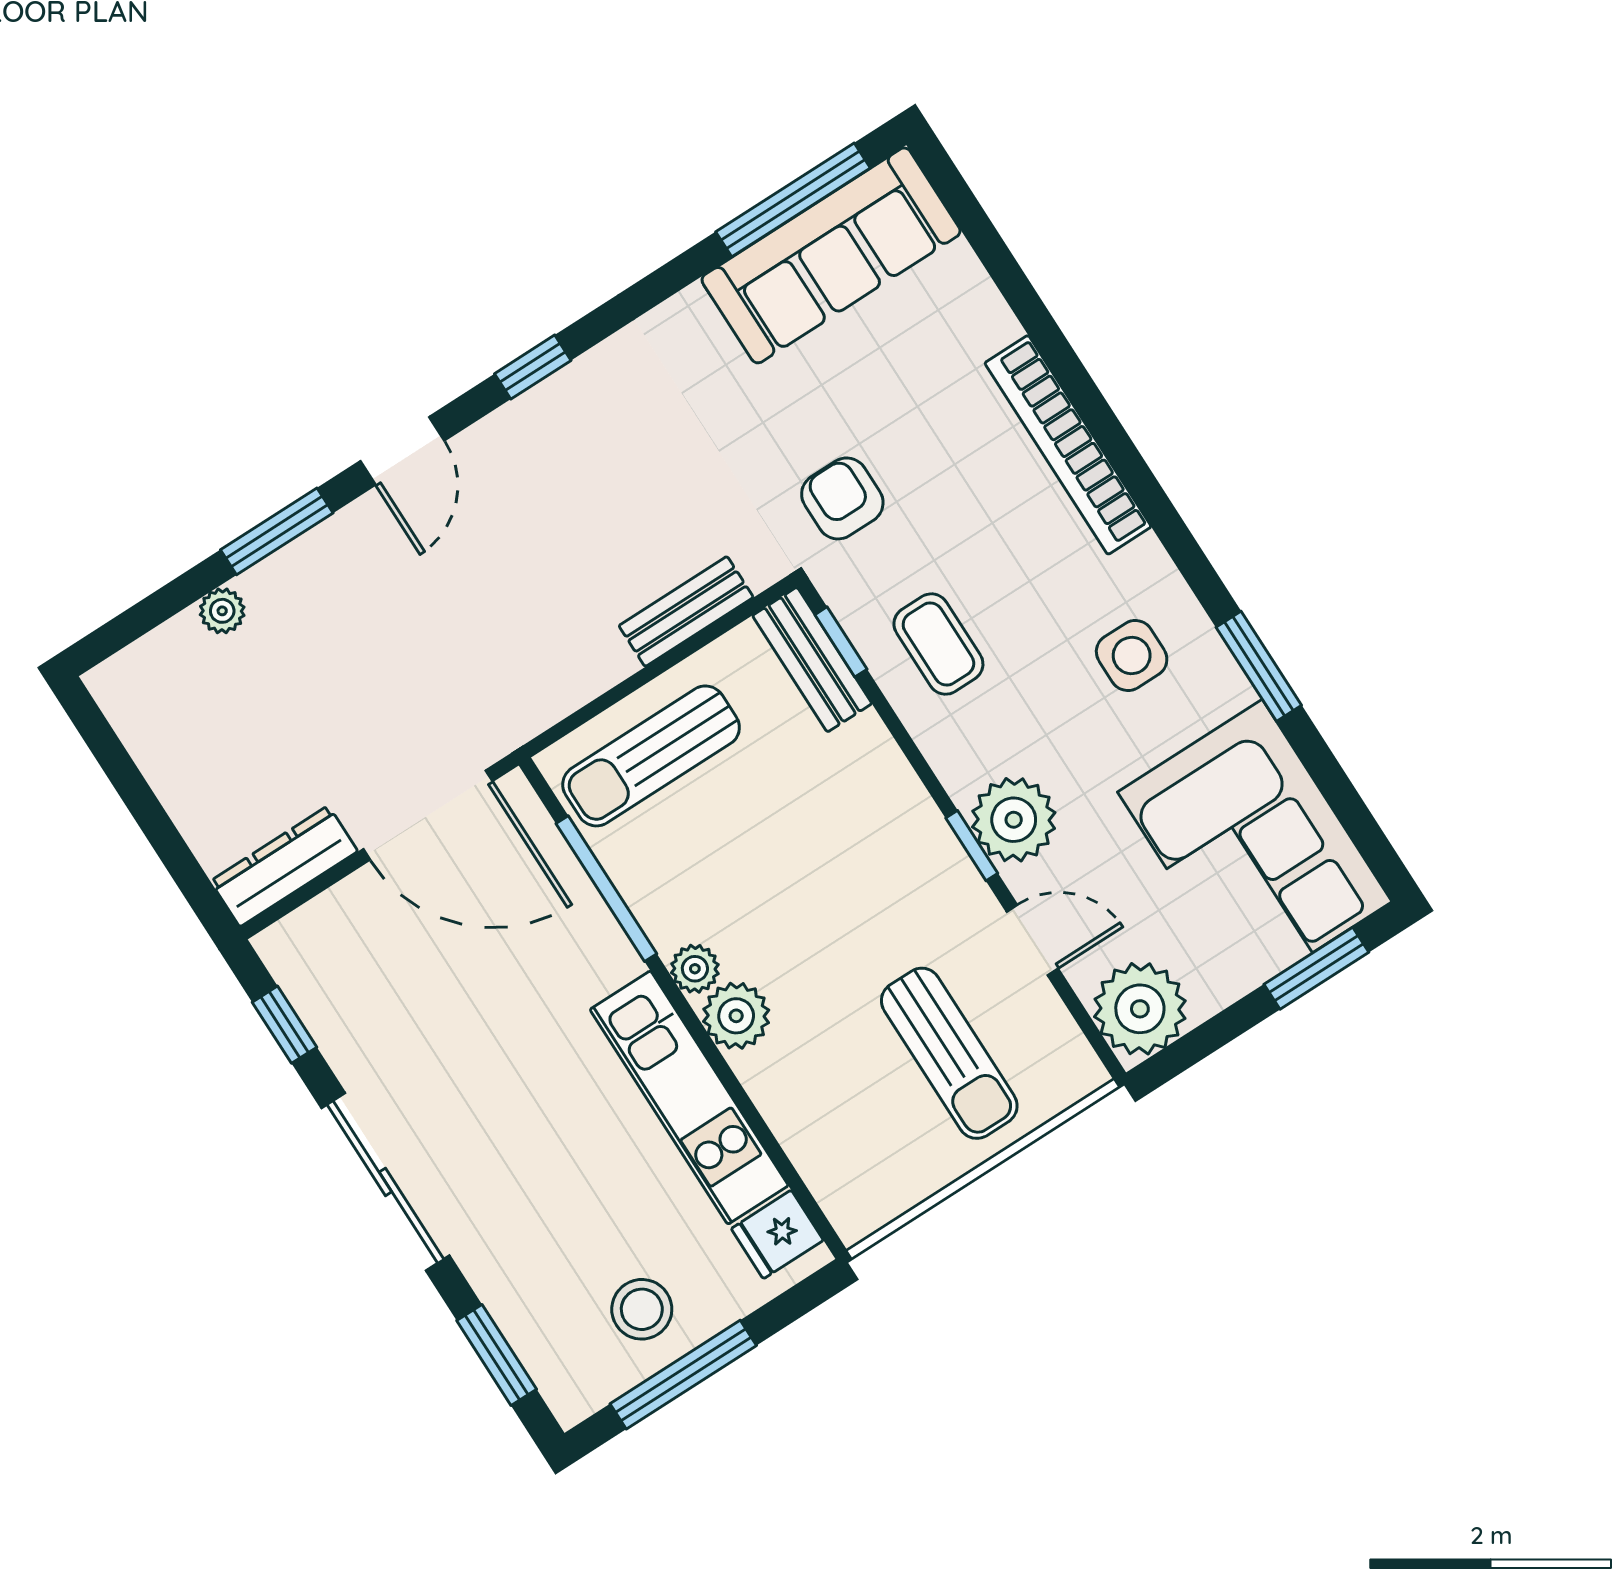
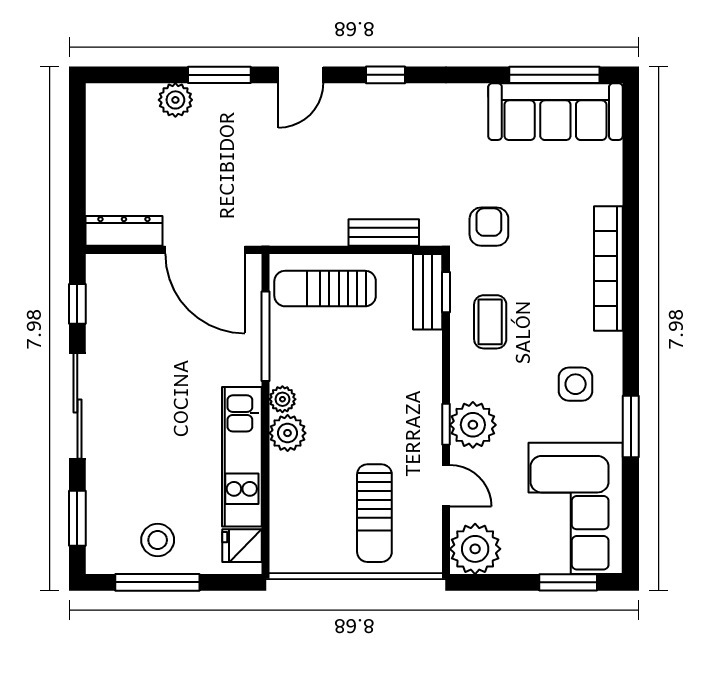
plant: (222, 611) -> (175, 100), width x1.38, depth x1.38

